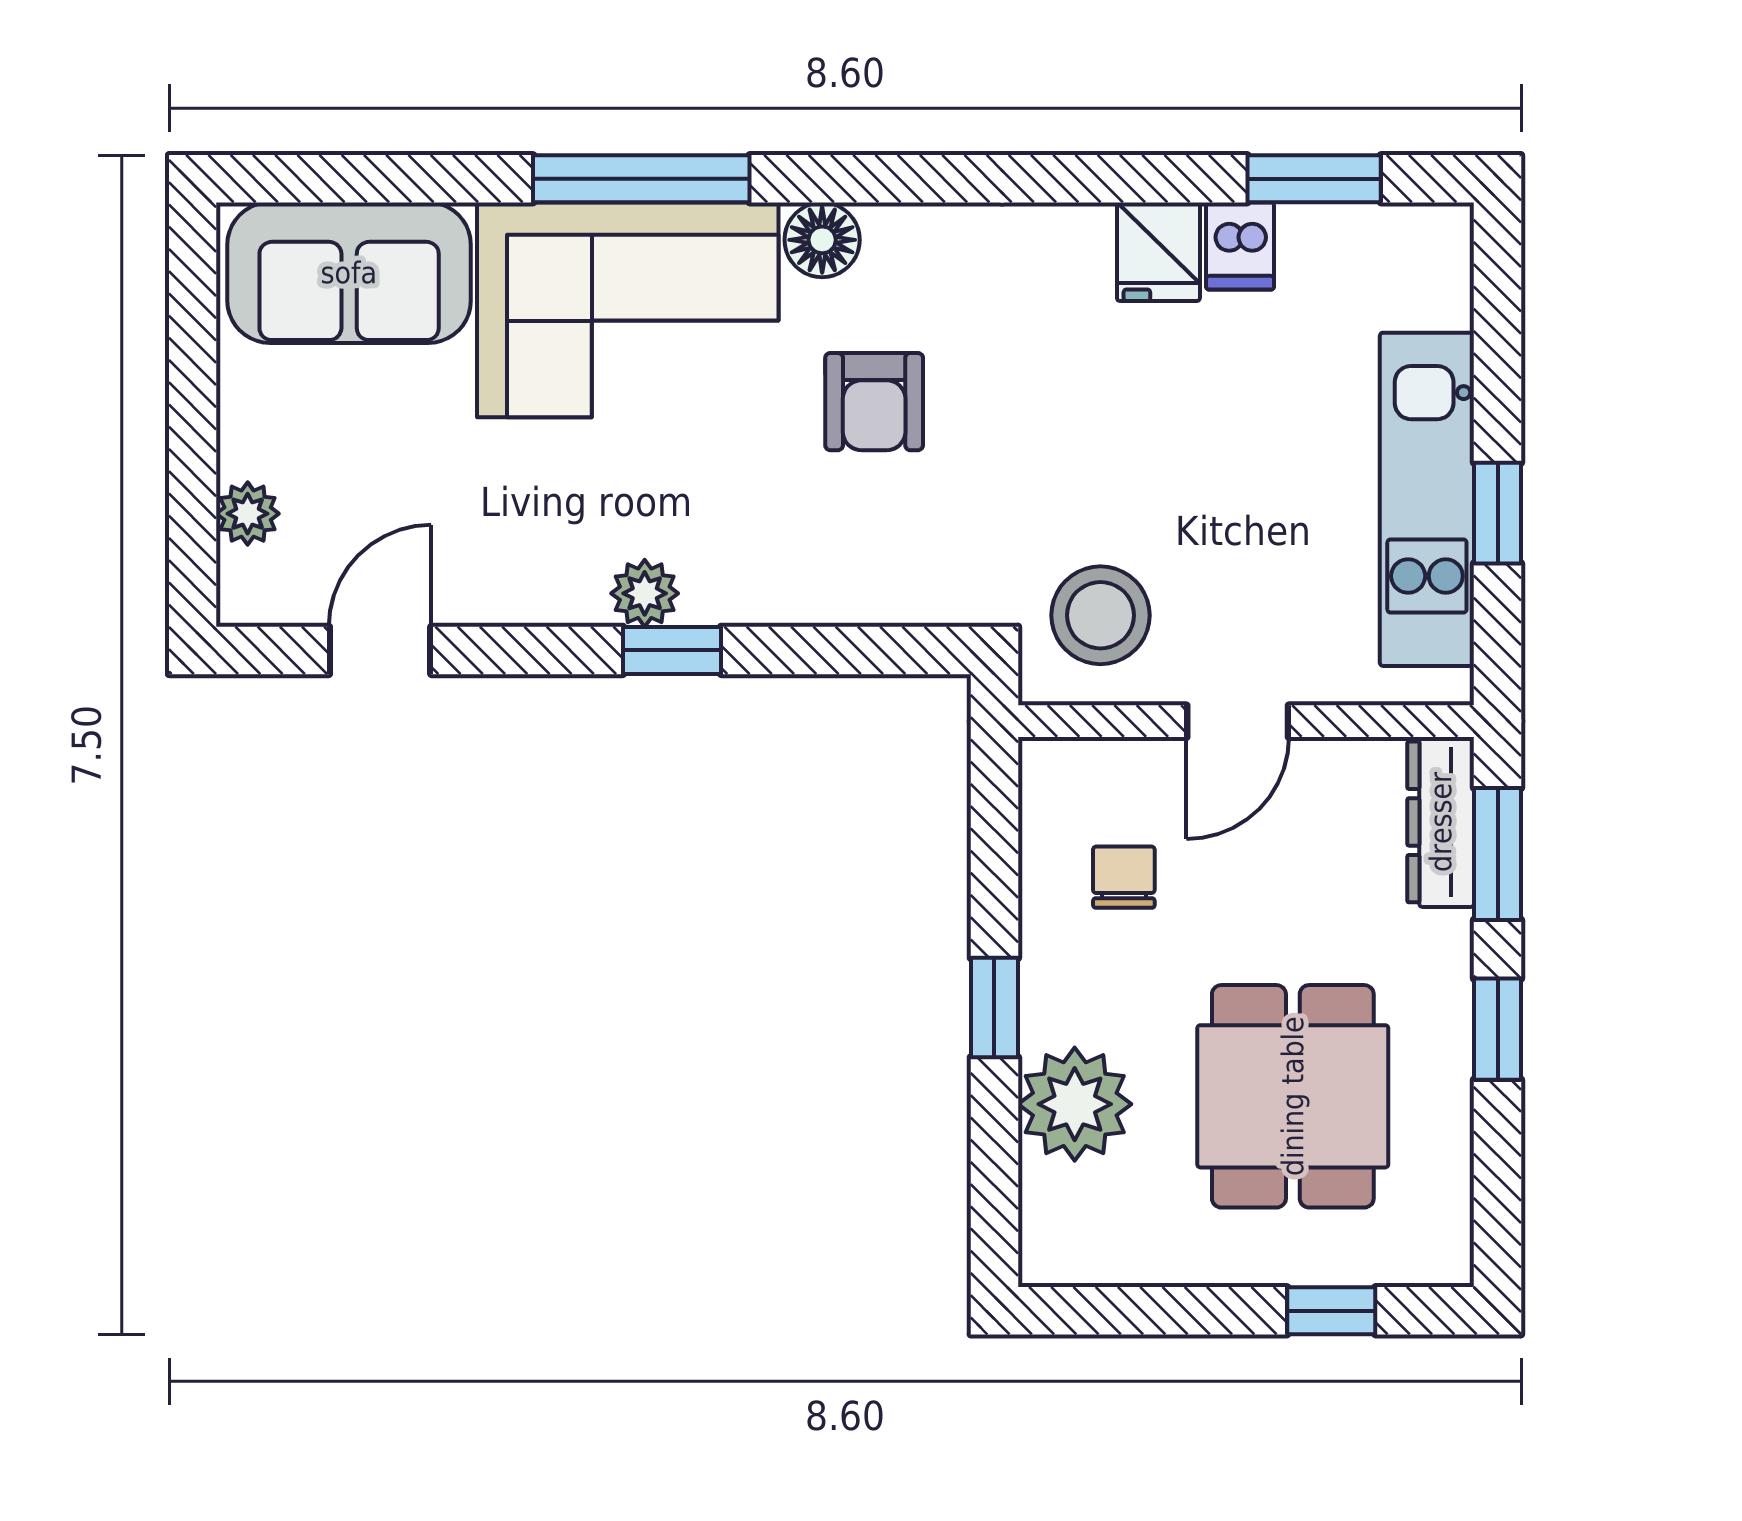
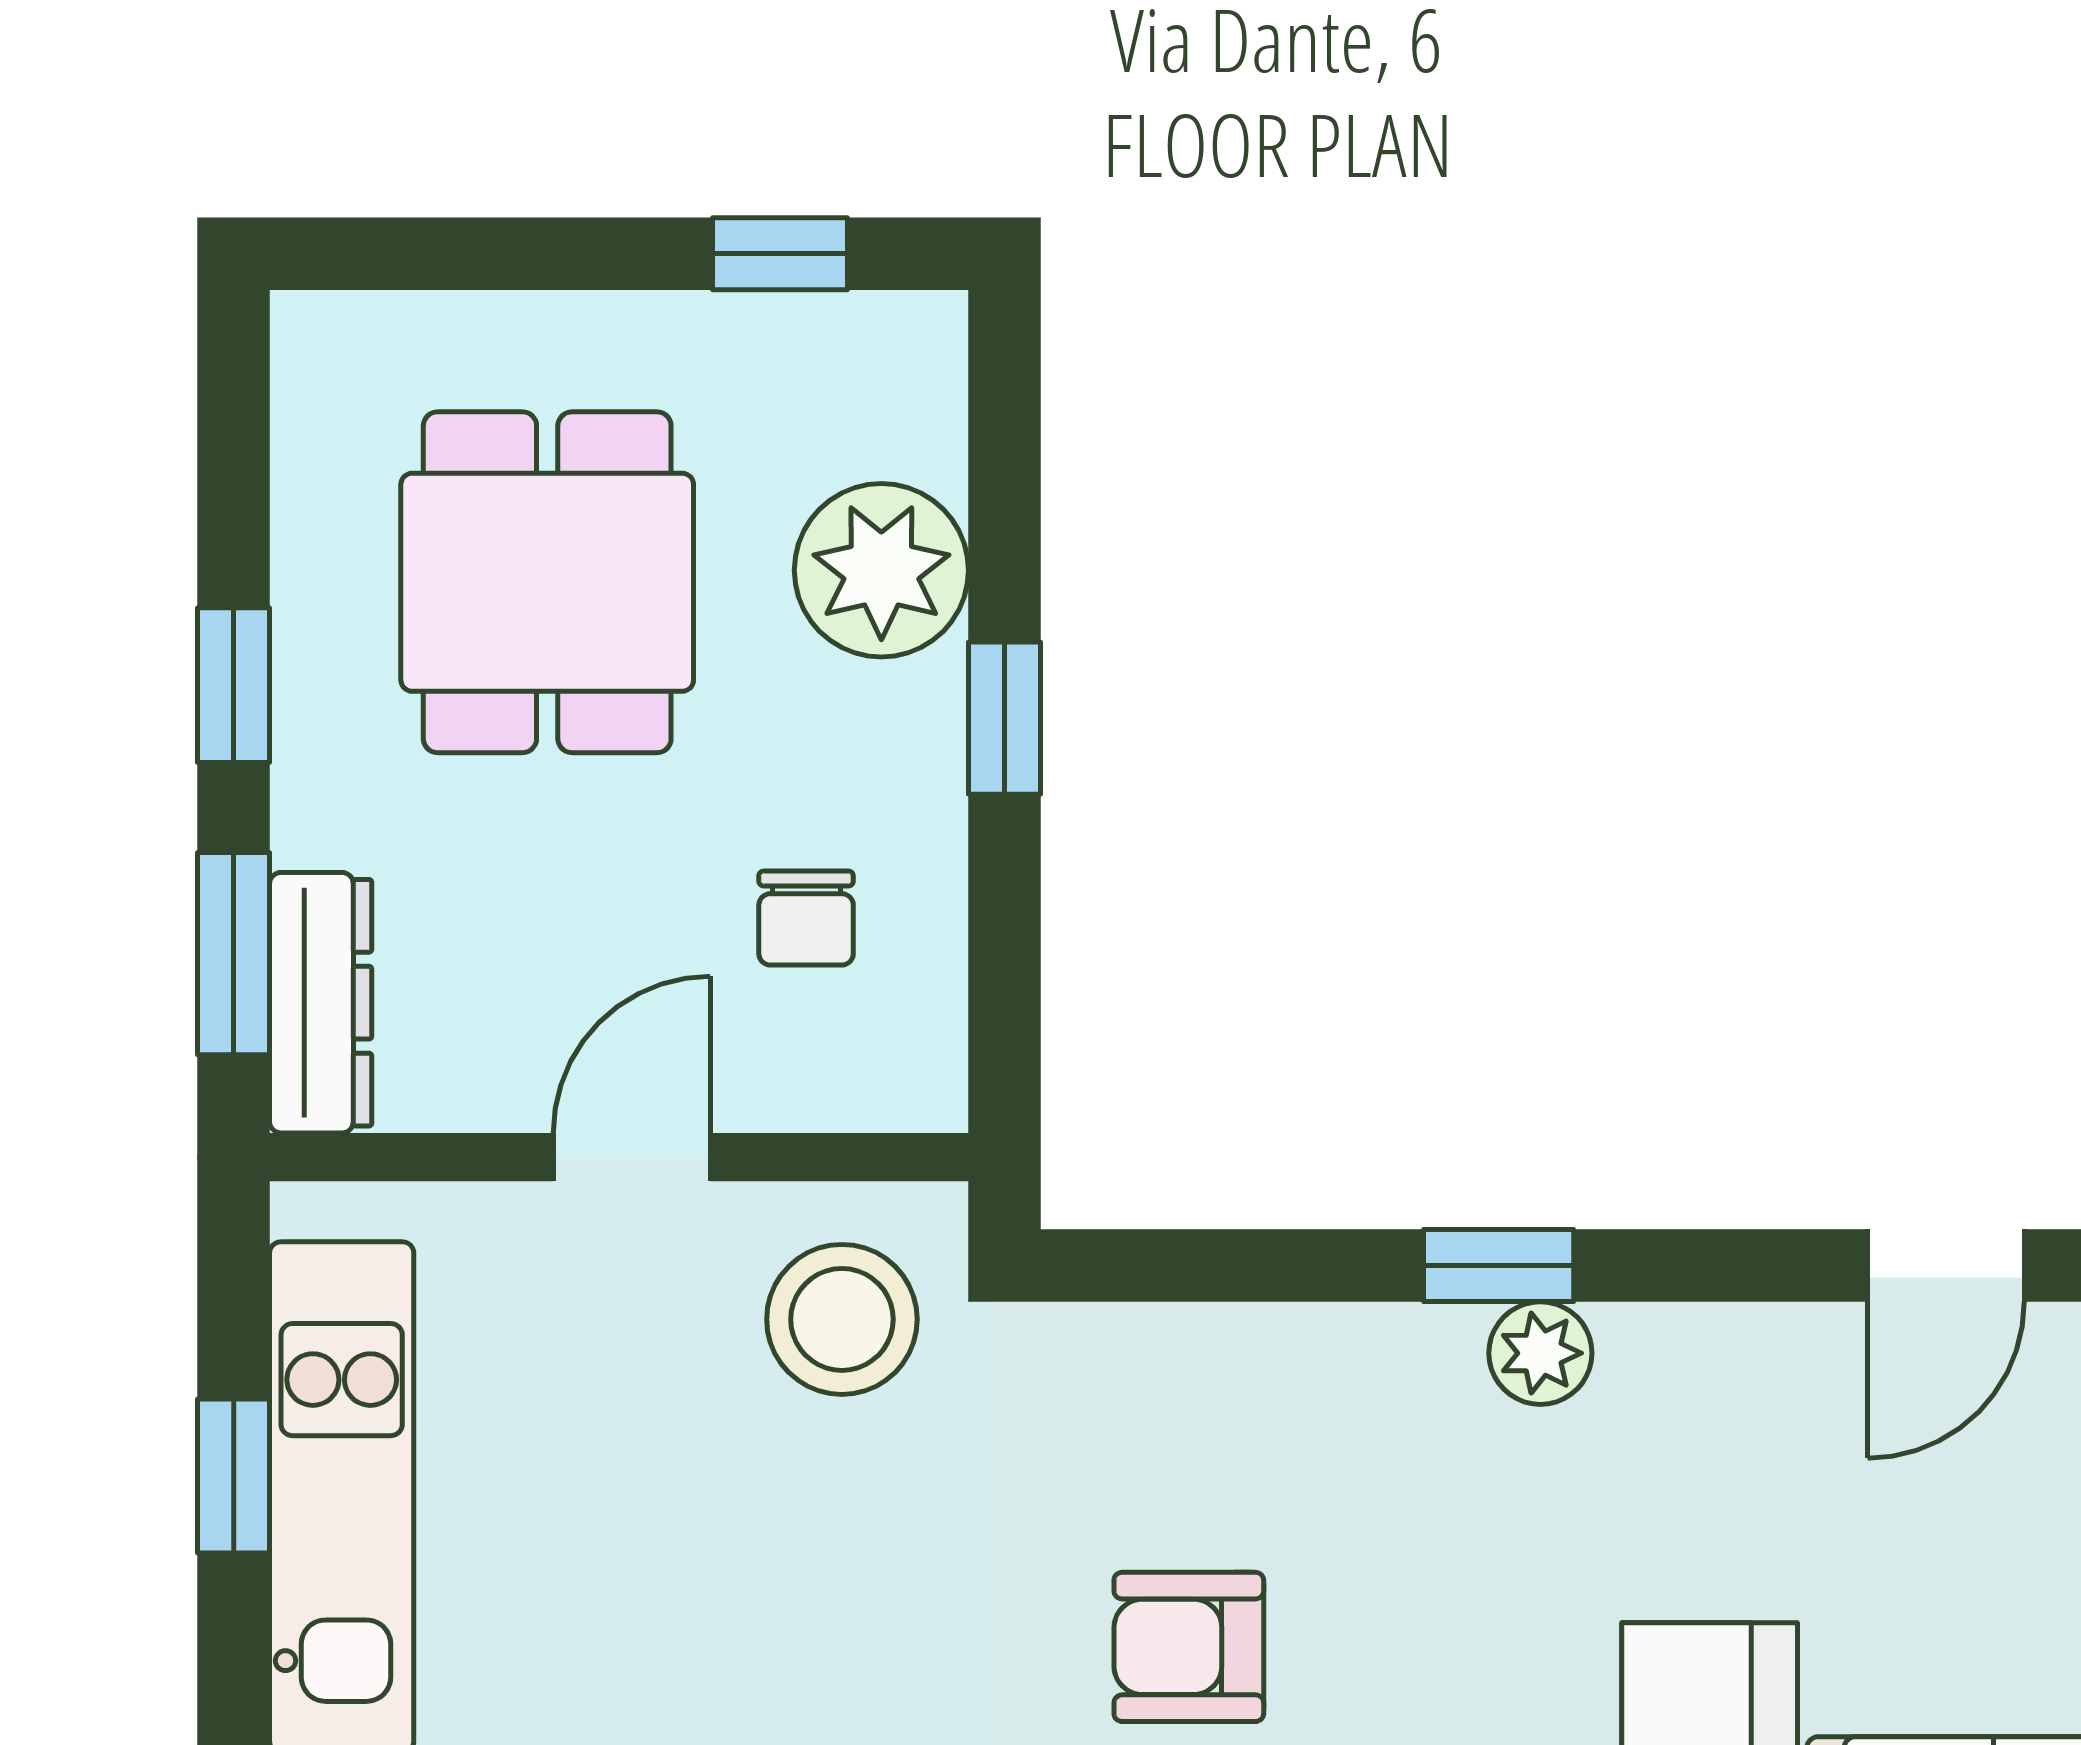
armchair: (874, 402) -> (1189, 1647), turned -90
window: (1331, 1311) -> (780, 254), moved

